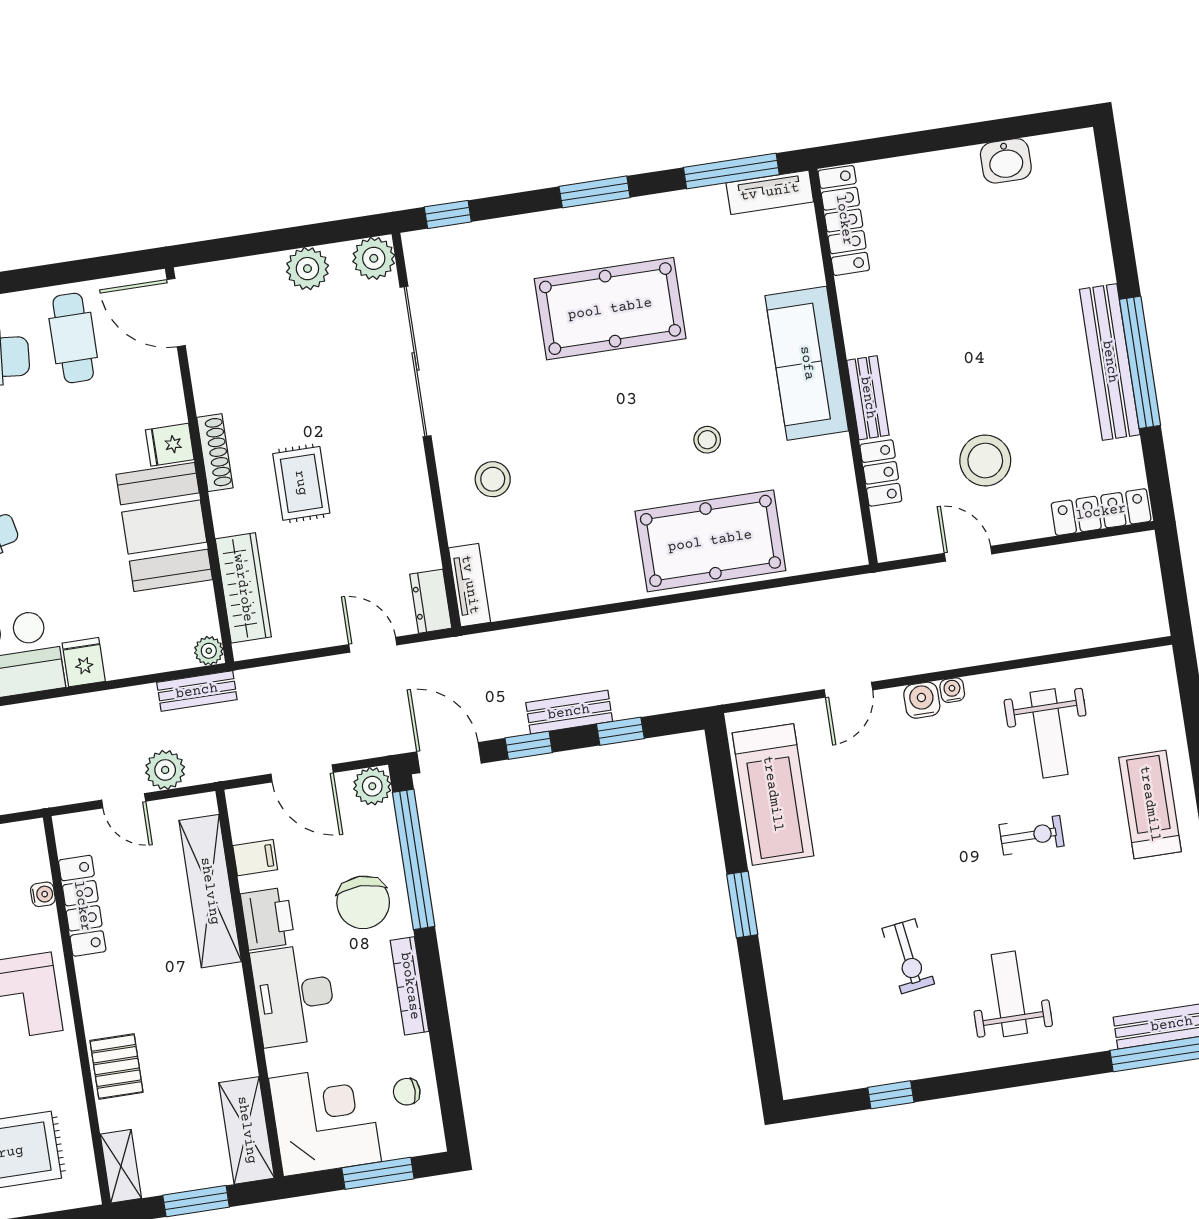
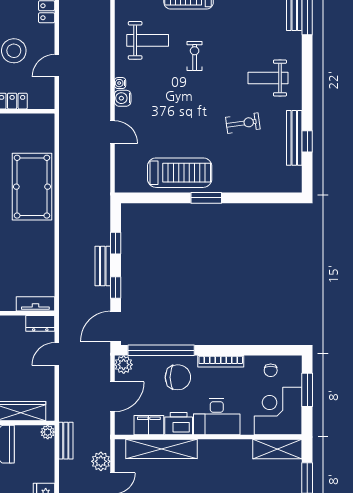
treadmill: (773, 794) -> (180, 173), moved
filing cabinet: (255, 858) -> (149, 425), width x2.00
bench: (894, 1067) -> (294, 138), added

